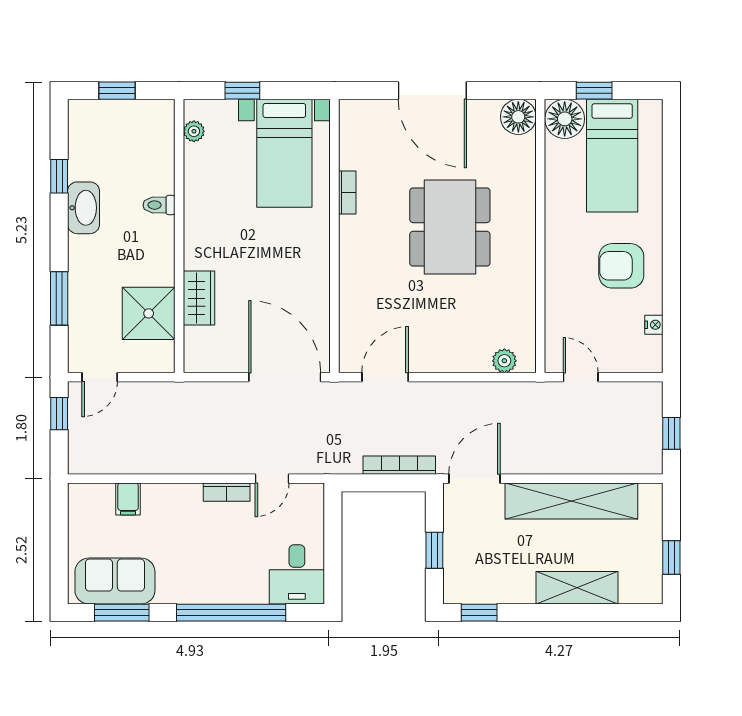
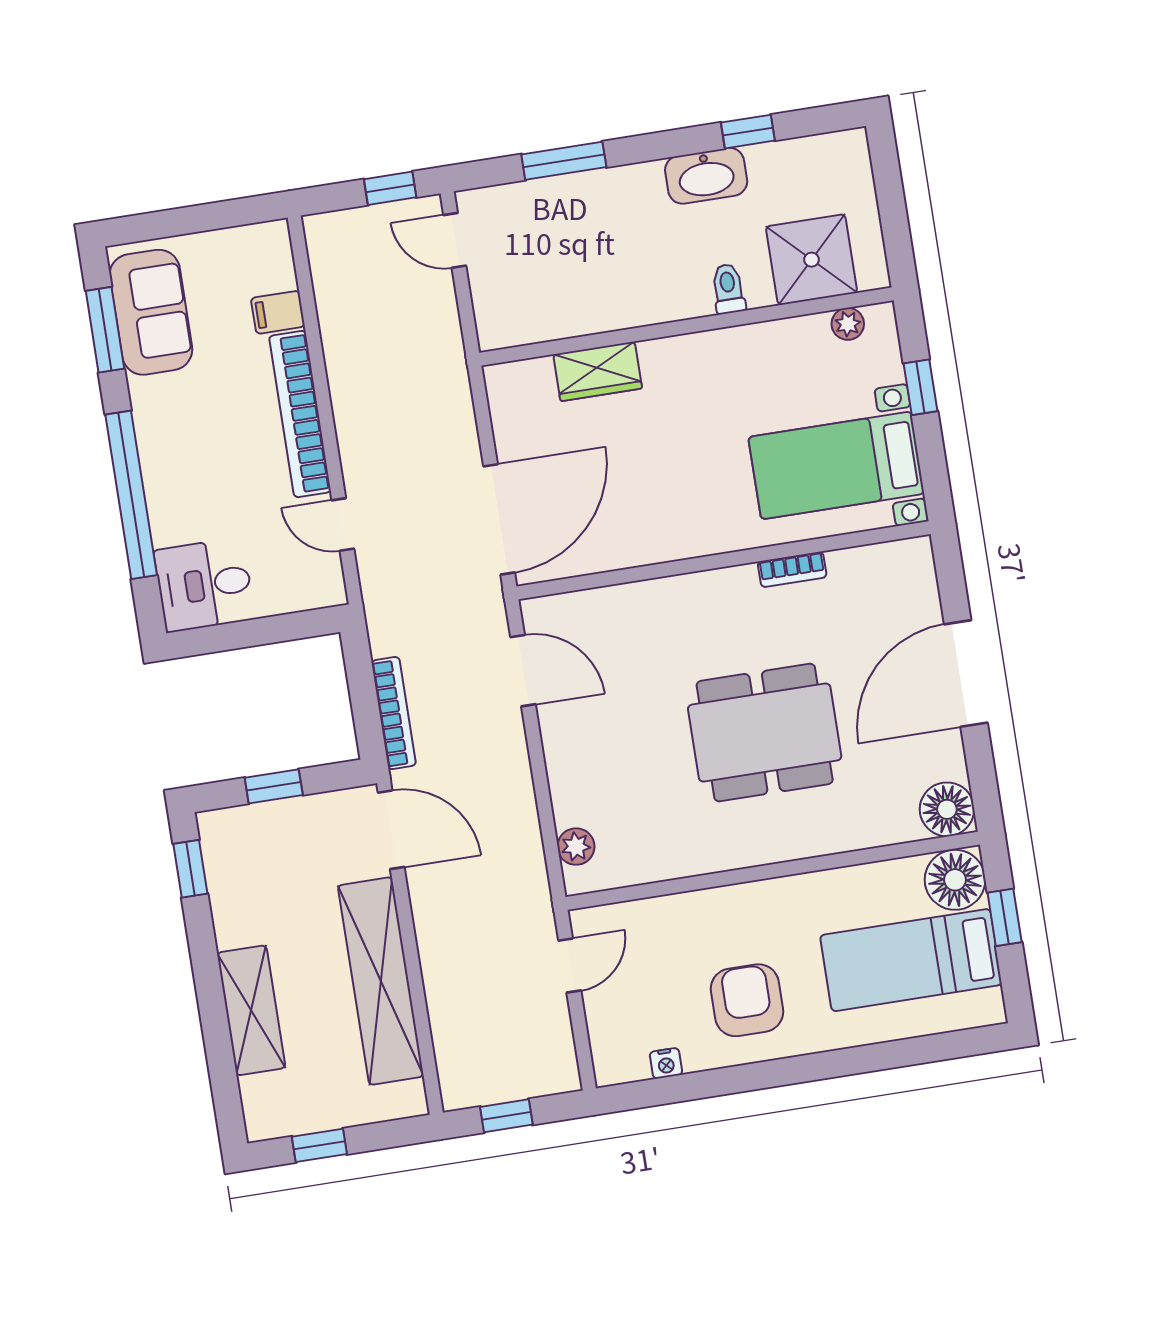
window: (117, 91) -> (891, 198), removed
shower: (149, 313) -> (812, 260), moved
bookcase: (227, 492) -> (300, 414), width x2.31, depth x1.31

